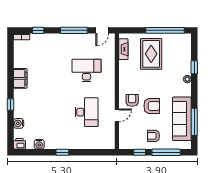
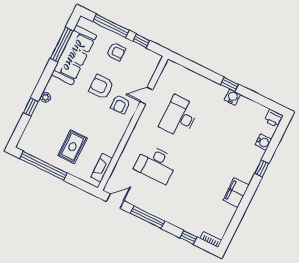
rug: (151, 54) -> (73, 147), width x0.73, depth x0.70
water cooler: (39, 144) -> (232, 97), moved

